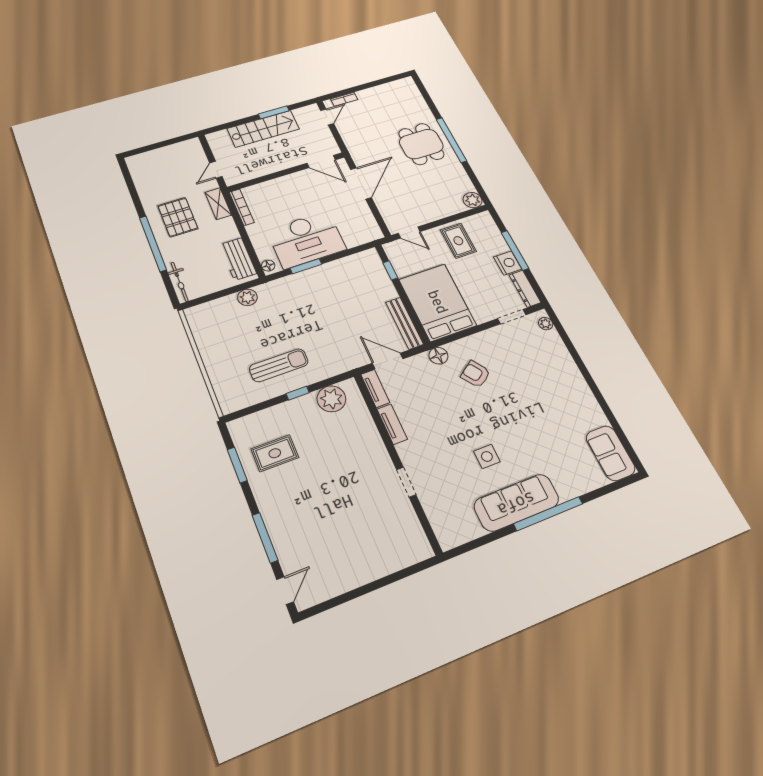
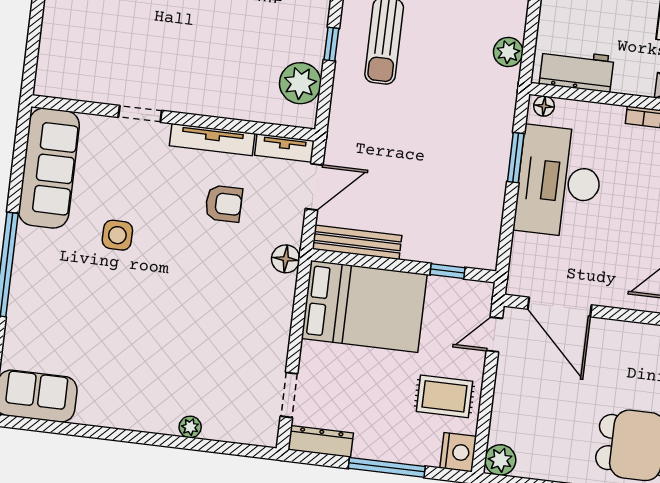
door: (361, 183) -> (560, 307), moved
nightstand: (508, 263) -> (458, 452), moved, turned -90
plant: (546, 324) -> (190, 427), moved
armchair: (476, 374) -> (224, 204), moved, turned 35
tv unit: (392, 424) -> (212, 140), width x1.41
sofa: (516, 503) -> (49, 168), moved

